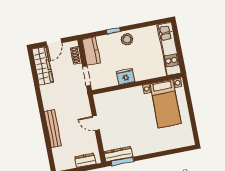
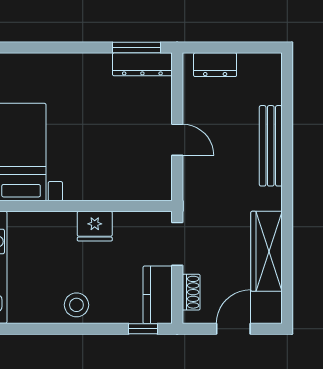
window: (113, 31) -> (143, 329), moved
wardrobe: (43, 66) -> (266, 251), moved

